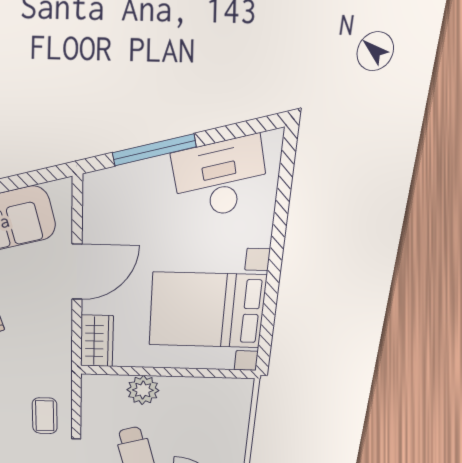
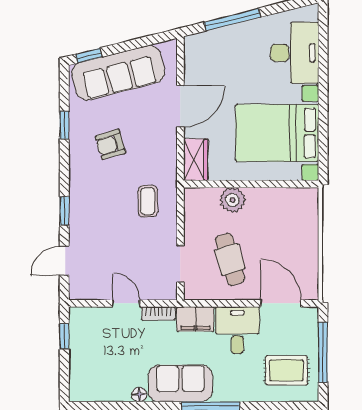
desk: (220, 178) -> (295, 53), moved, turned 104
coffee table: (45, 416) -> (148, 201), moved

